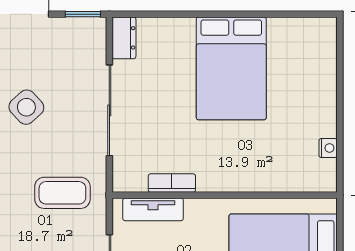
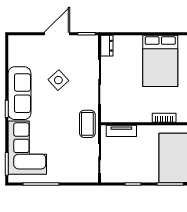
bookcase: (172, 183) -> (164, 118), moved
coffee table: (62, 193) -> (87, 124), moved, turned 90

